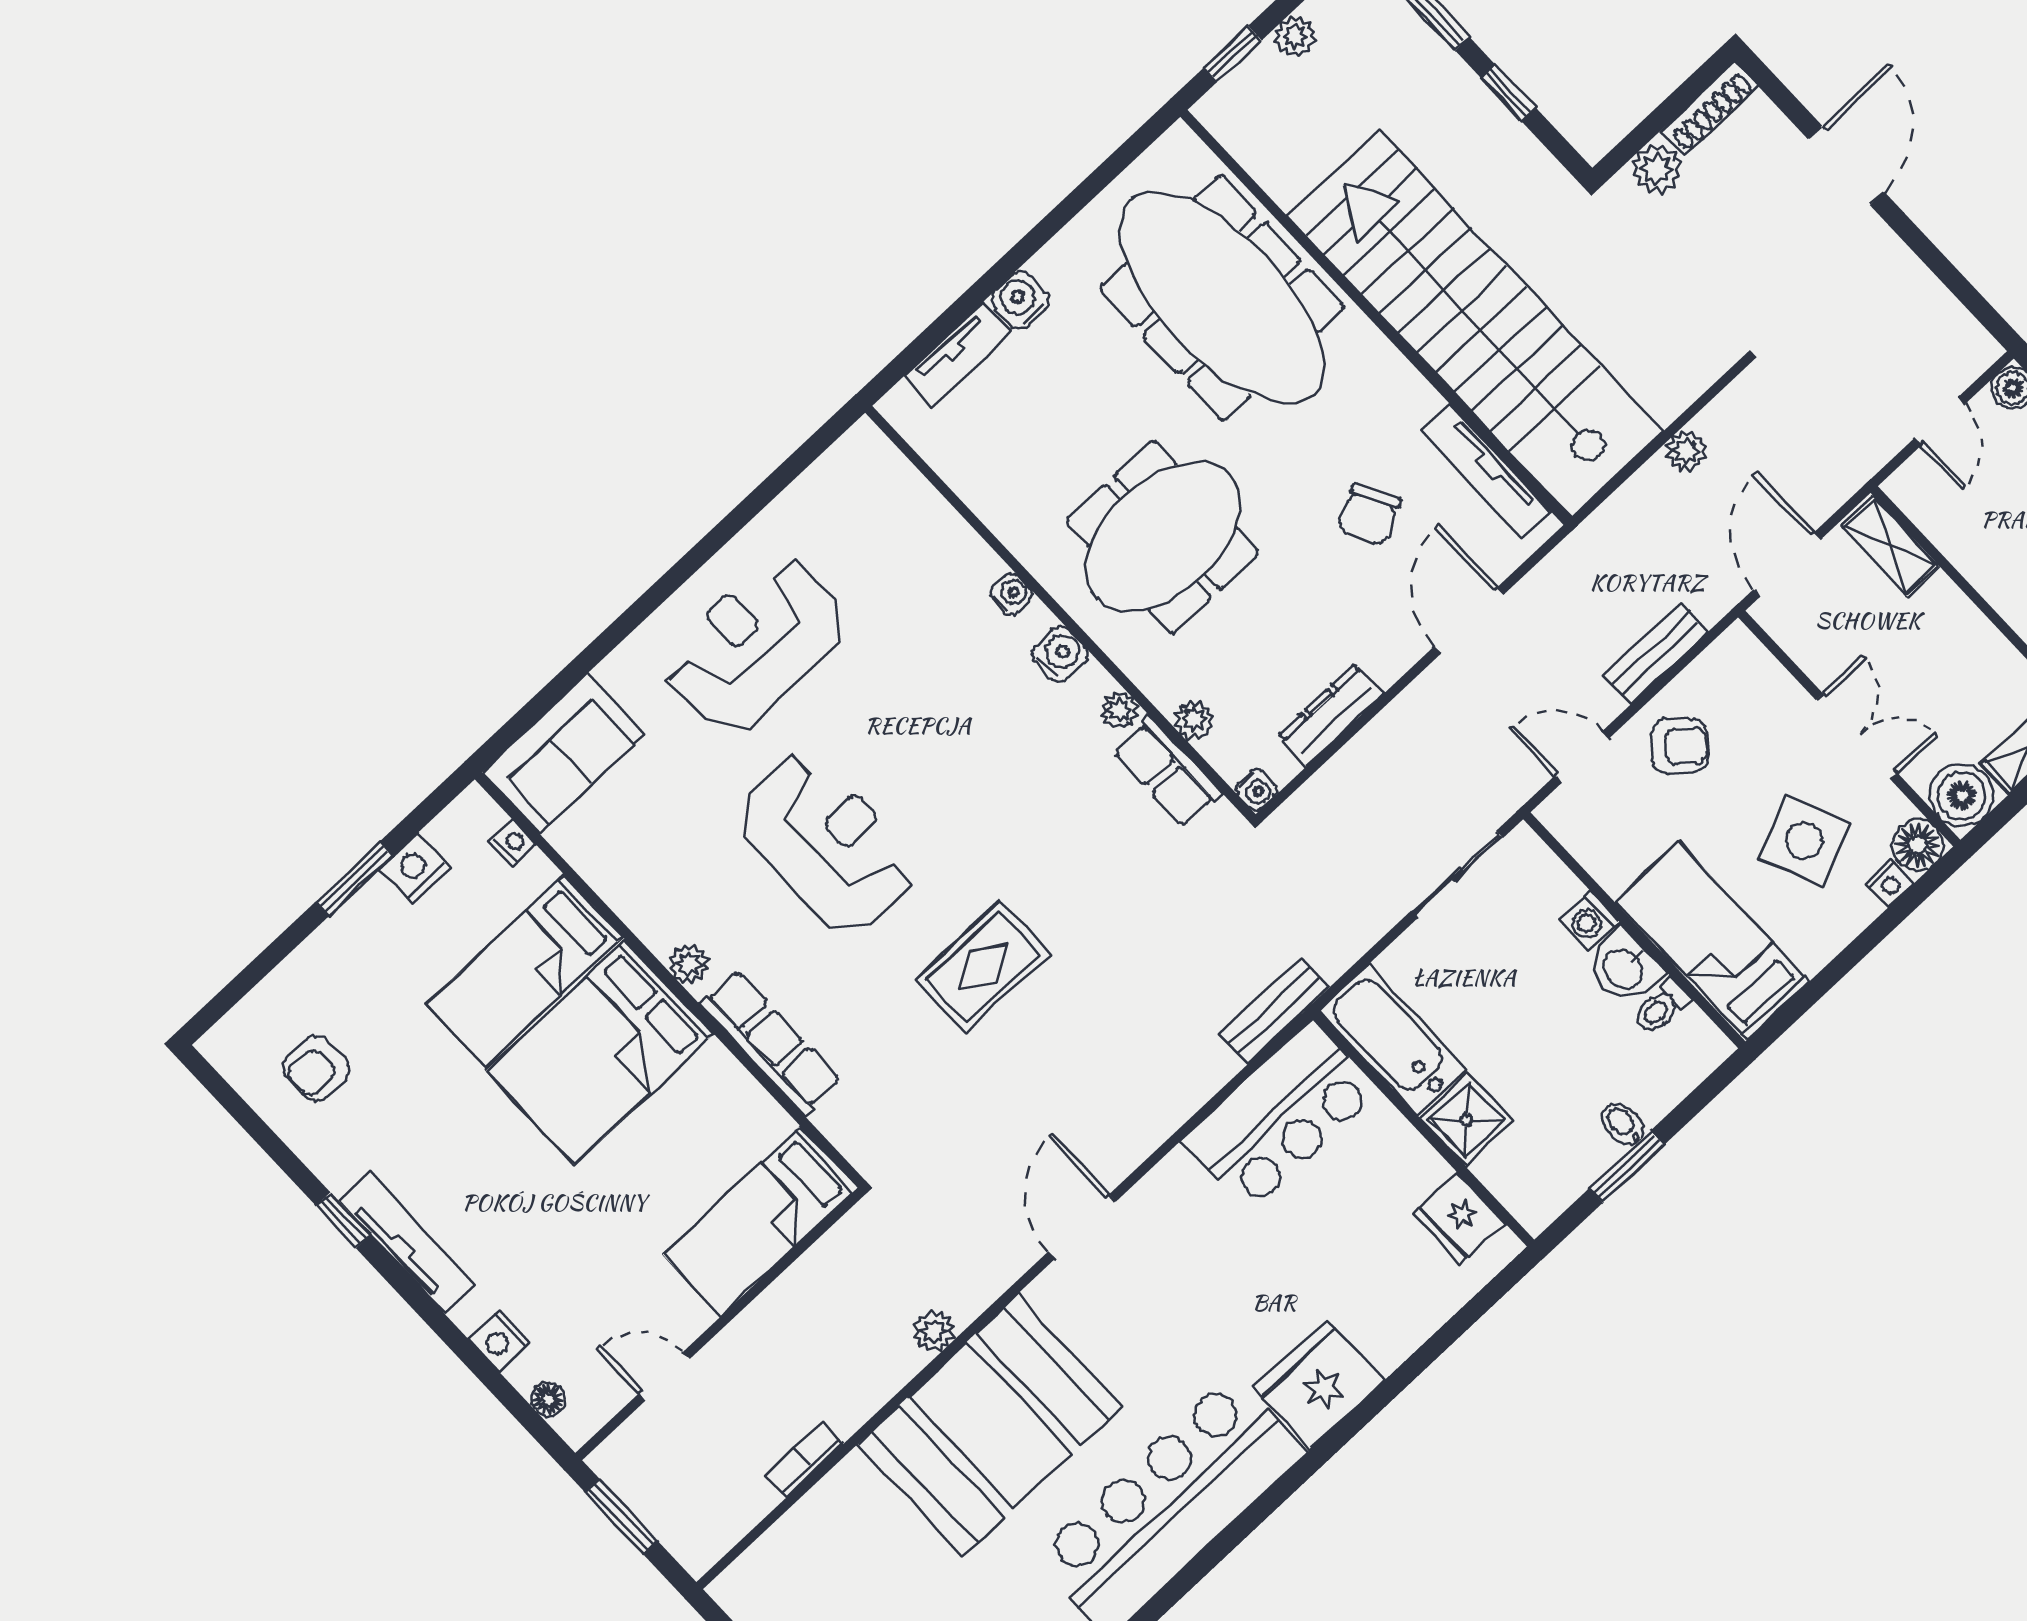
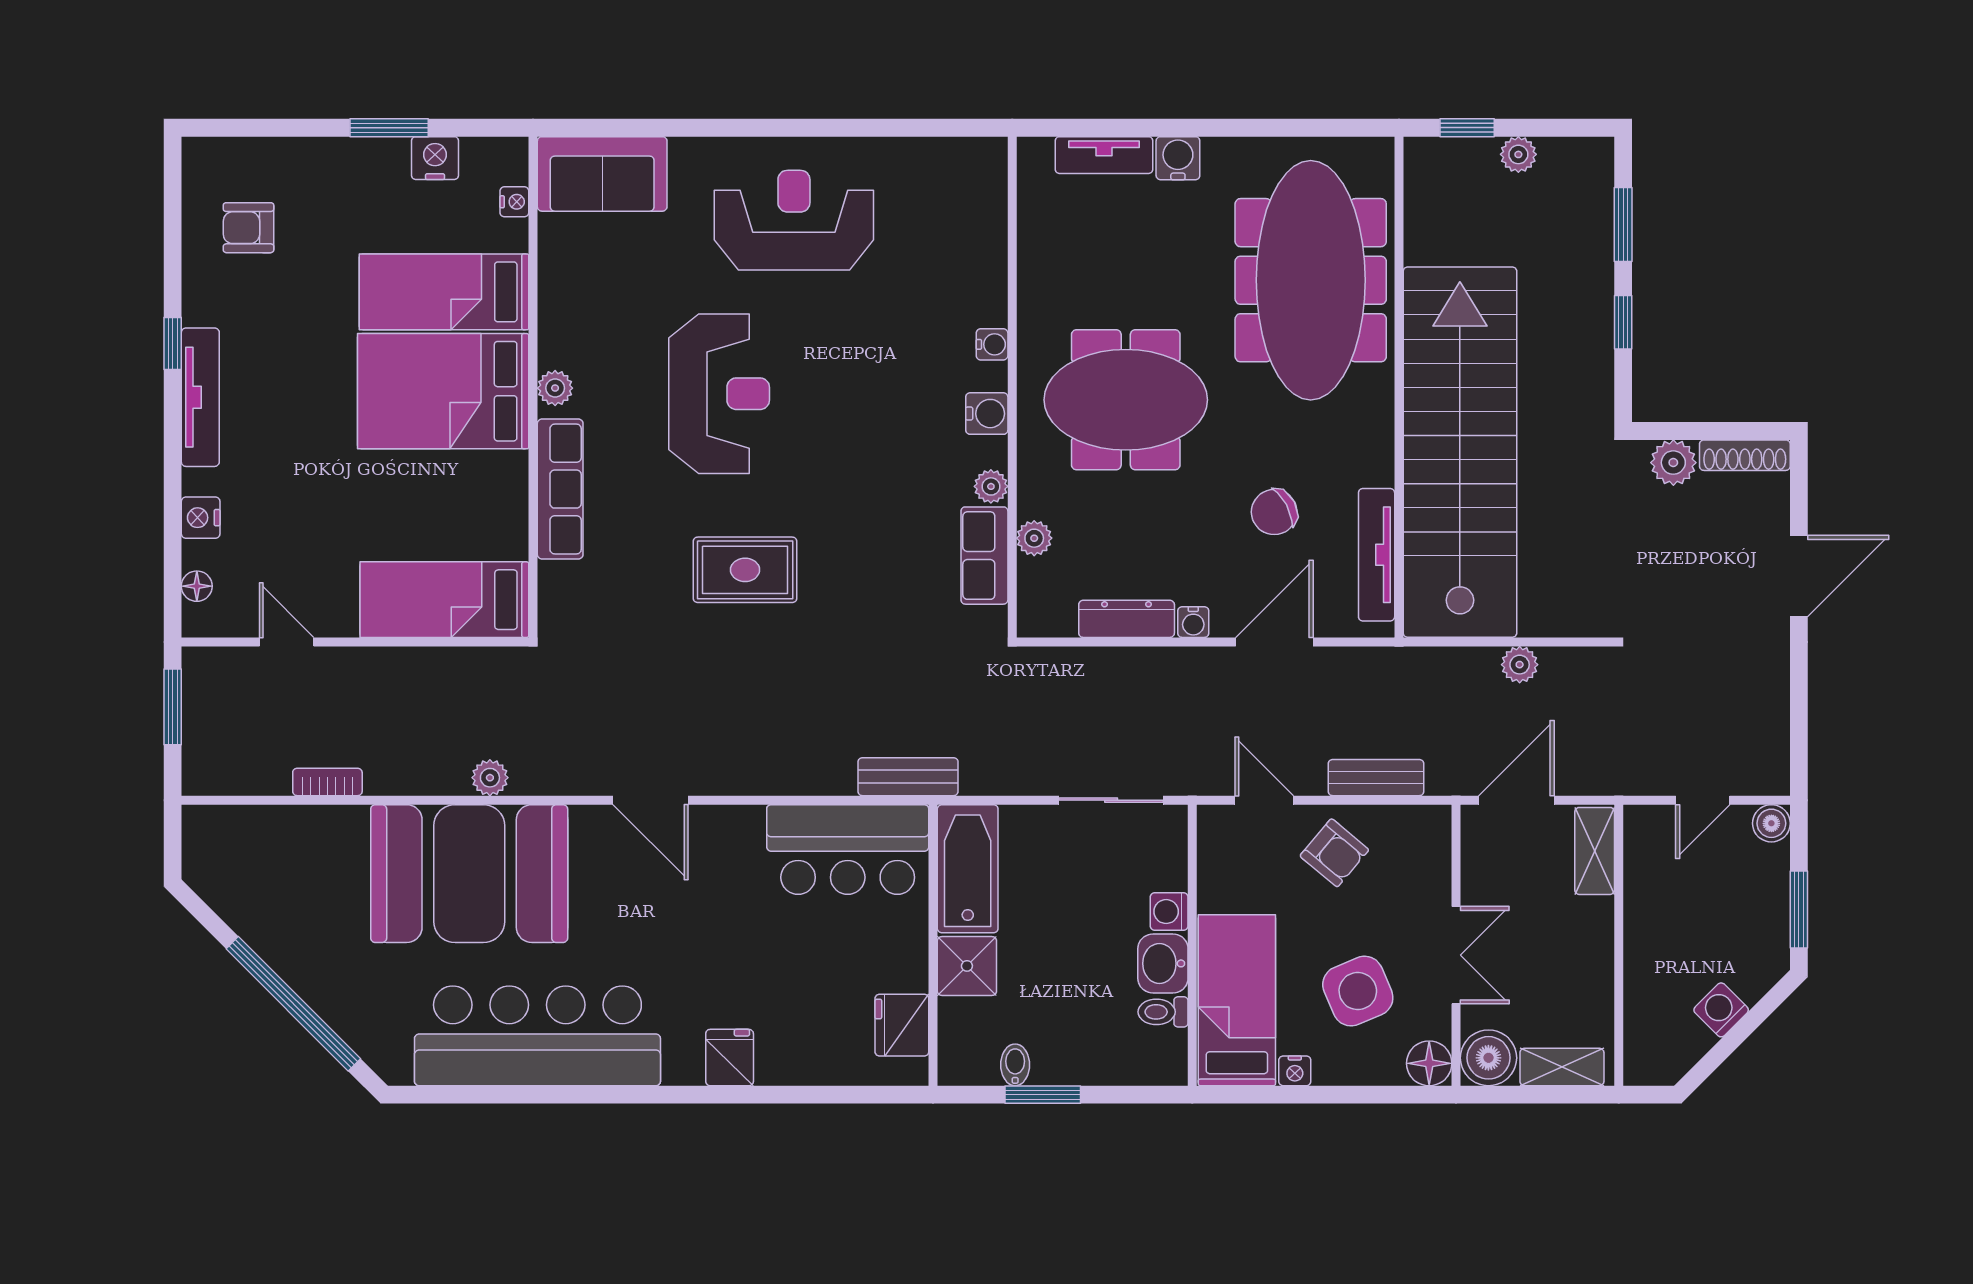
water cooler: (1256, 790) -> (1193, 622), moved
nightstand: (1889, 884) -> (1295, 1071), moved
bidet: (1623, 1124) -> (1015, 1065), moved
door: (1082, 1227) -> (650, 800), swing flipped
fridge: (1319, 1384) -> (730, 1058), width x0.53, depth x0.75

